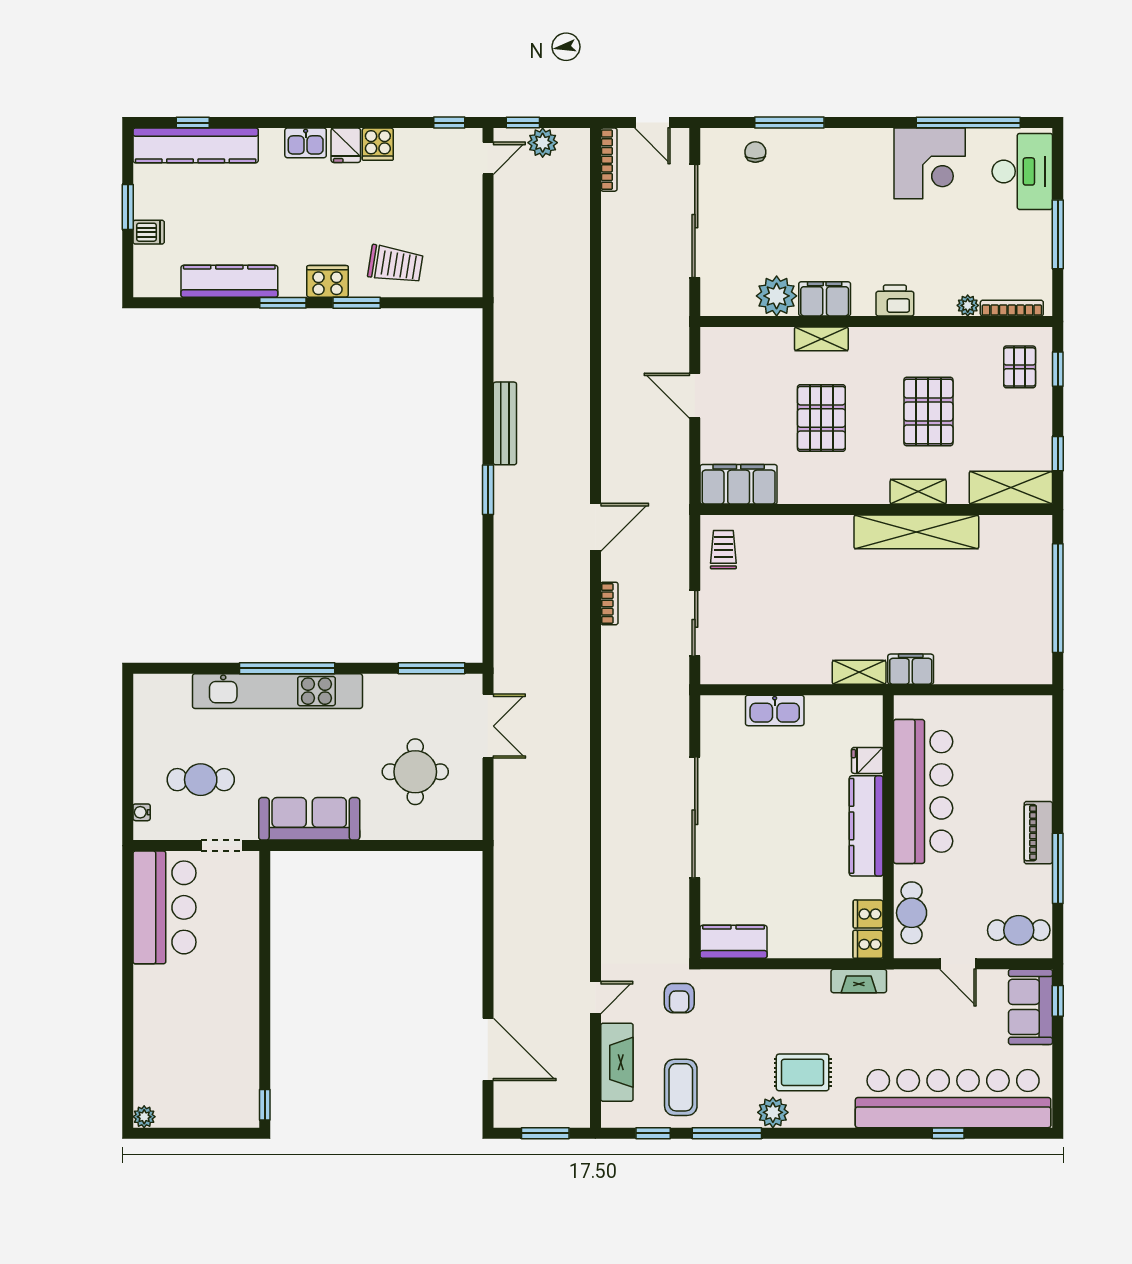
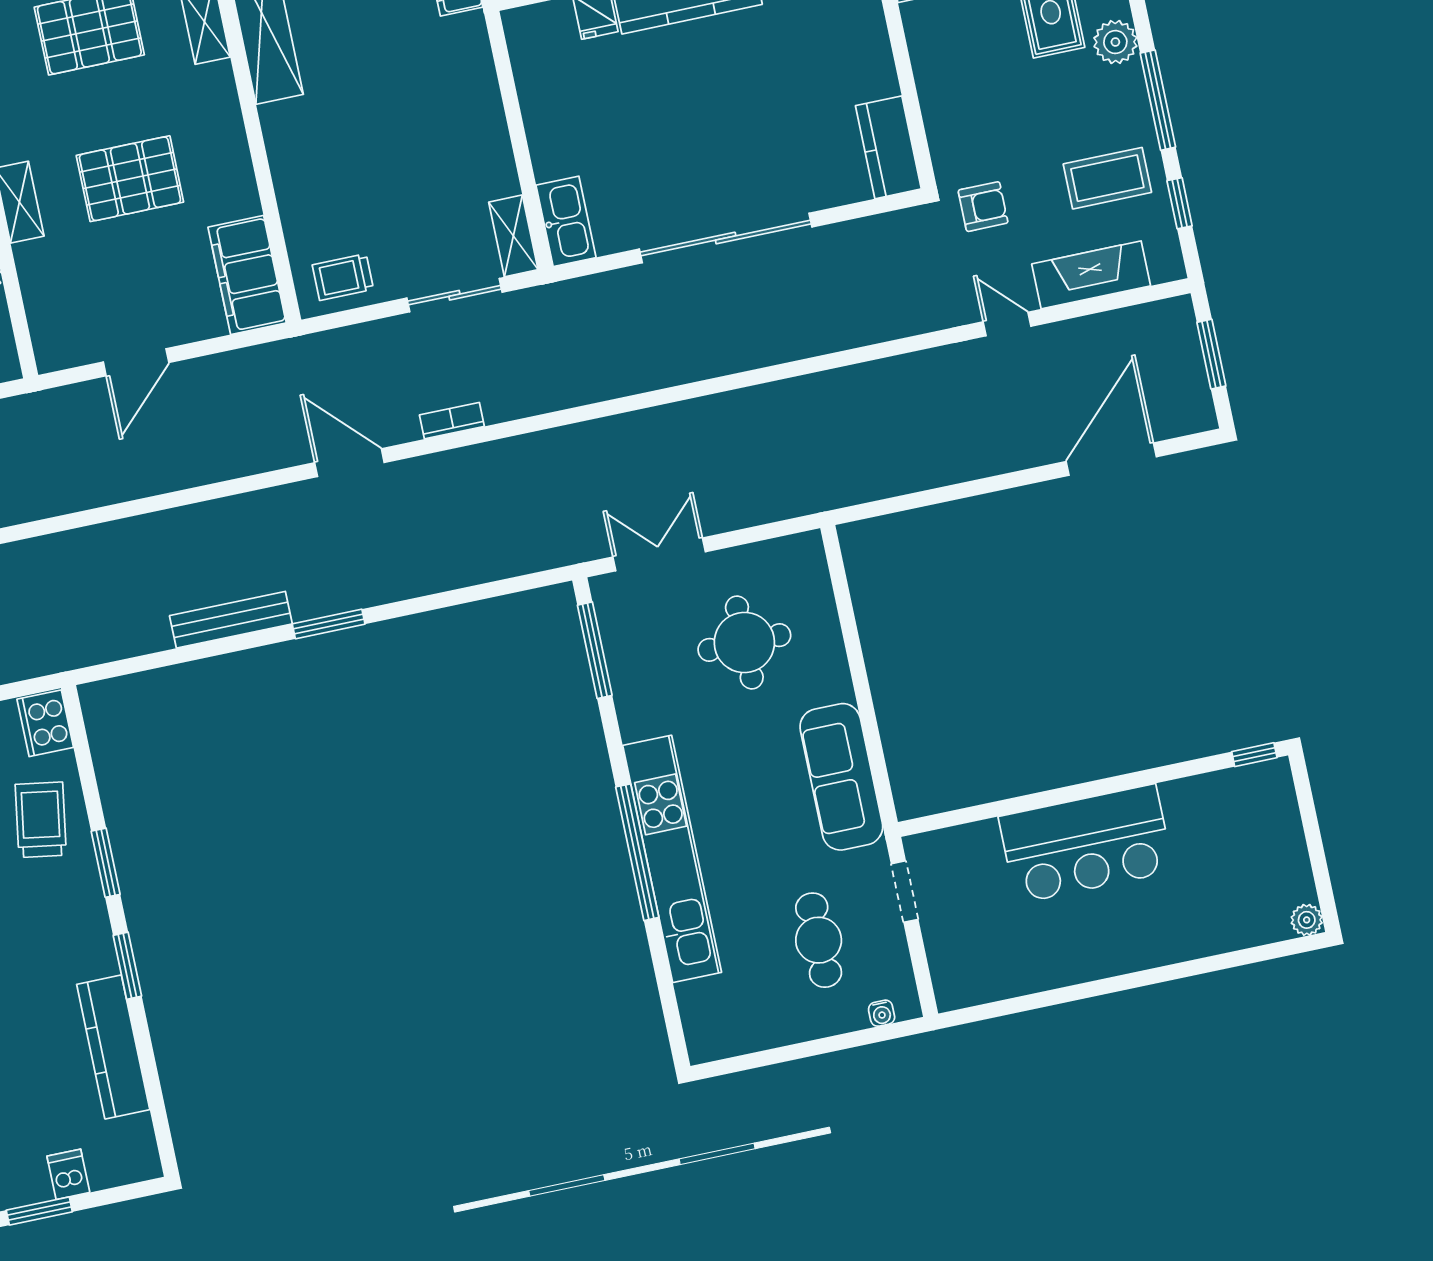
cooker: (328, 281) -> (45, 723), moved
shelving: (859, 672) -> (513, 236), moved
kitchen sink: (775, 710) -> (566, 221), moved
bar counter: (164, 907) -> (1086, 844), moved, turned 180

